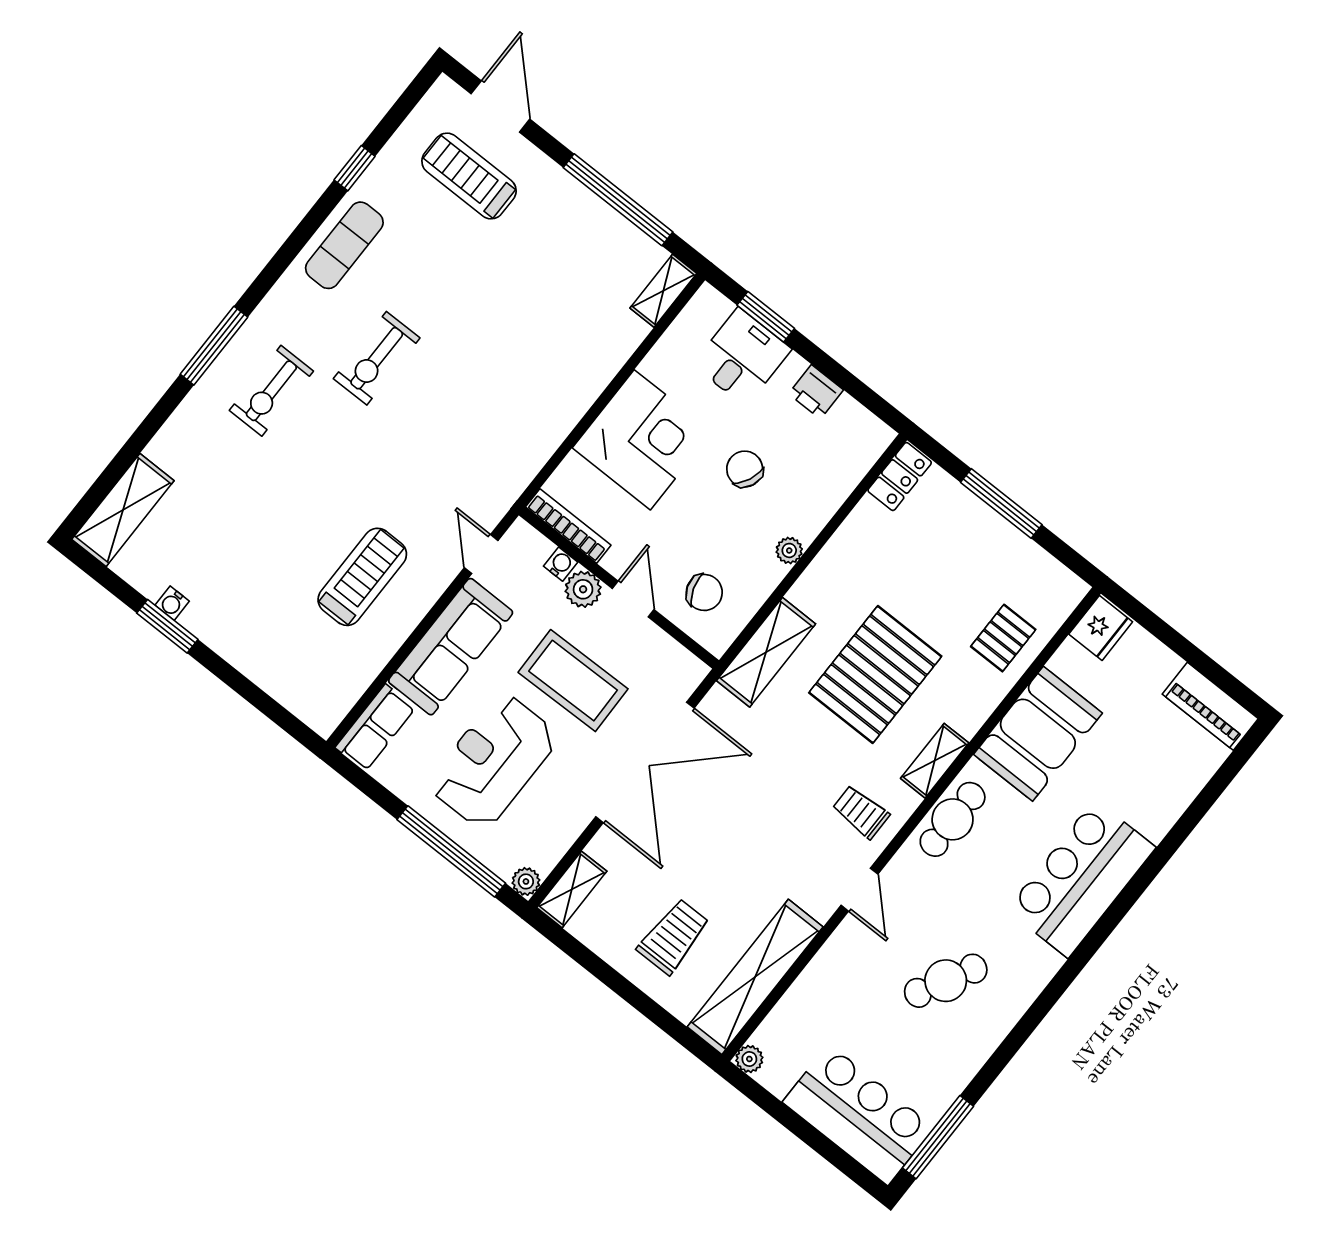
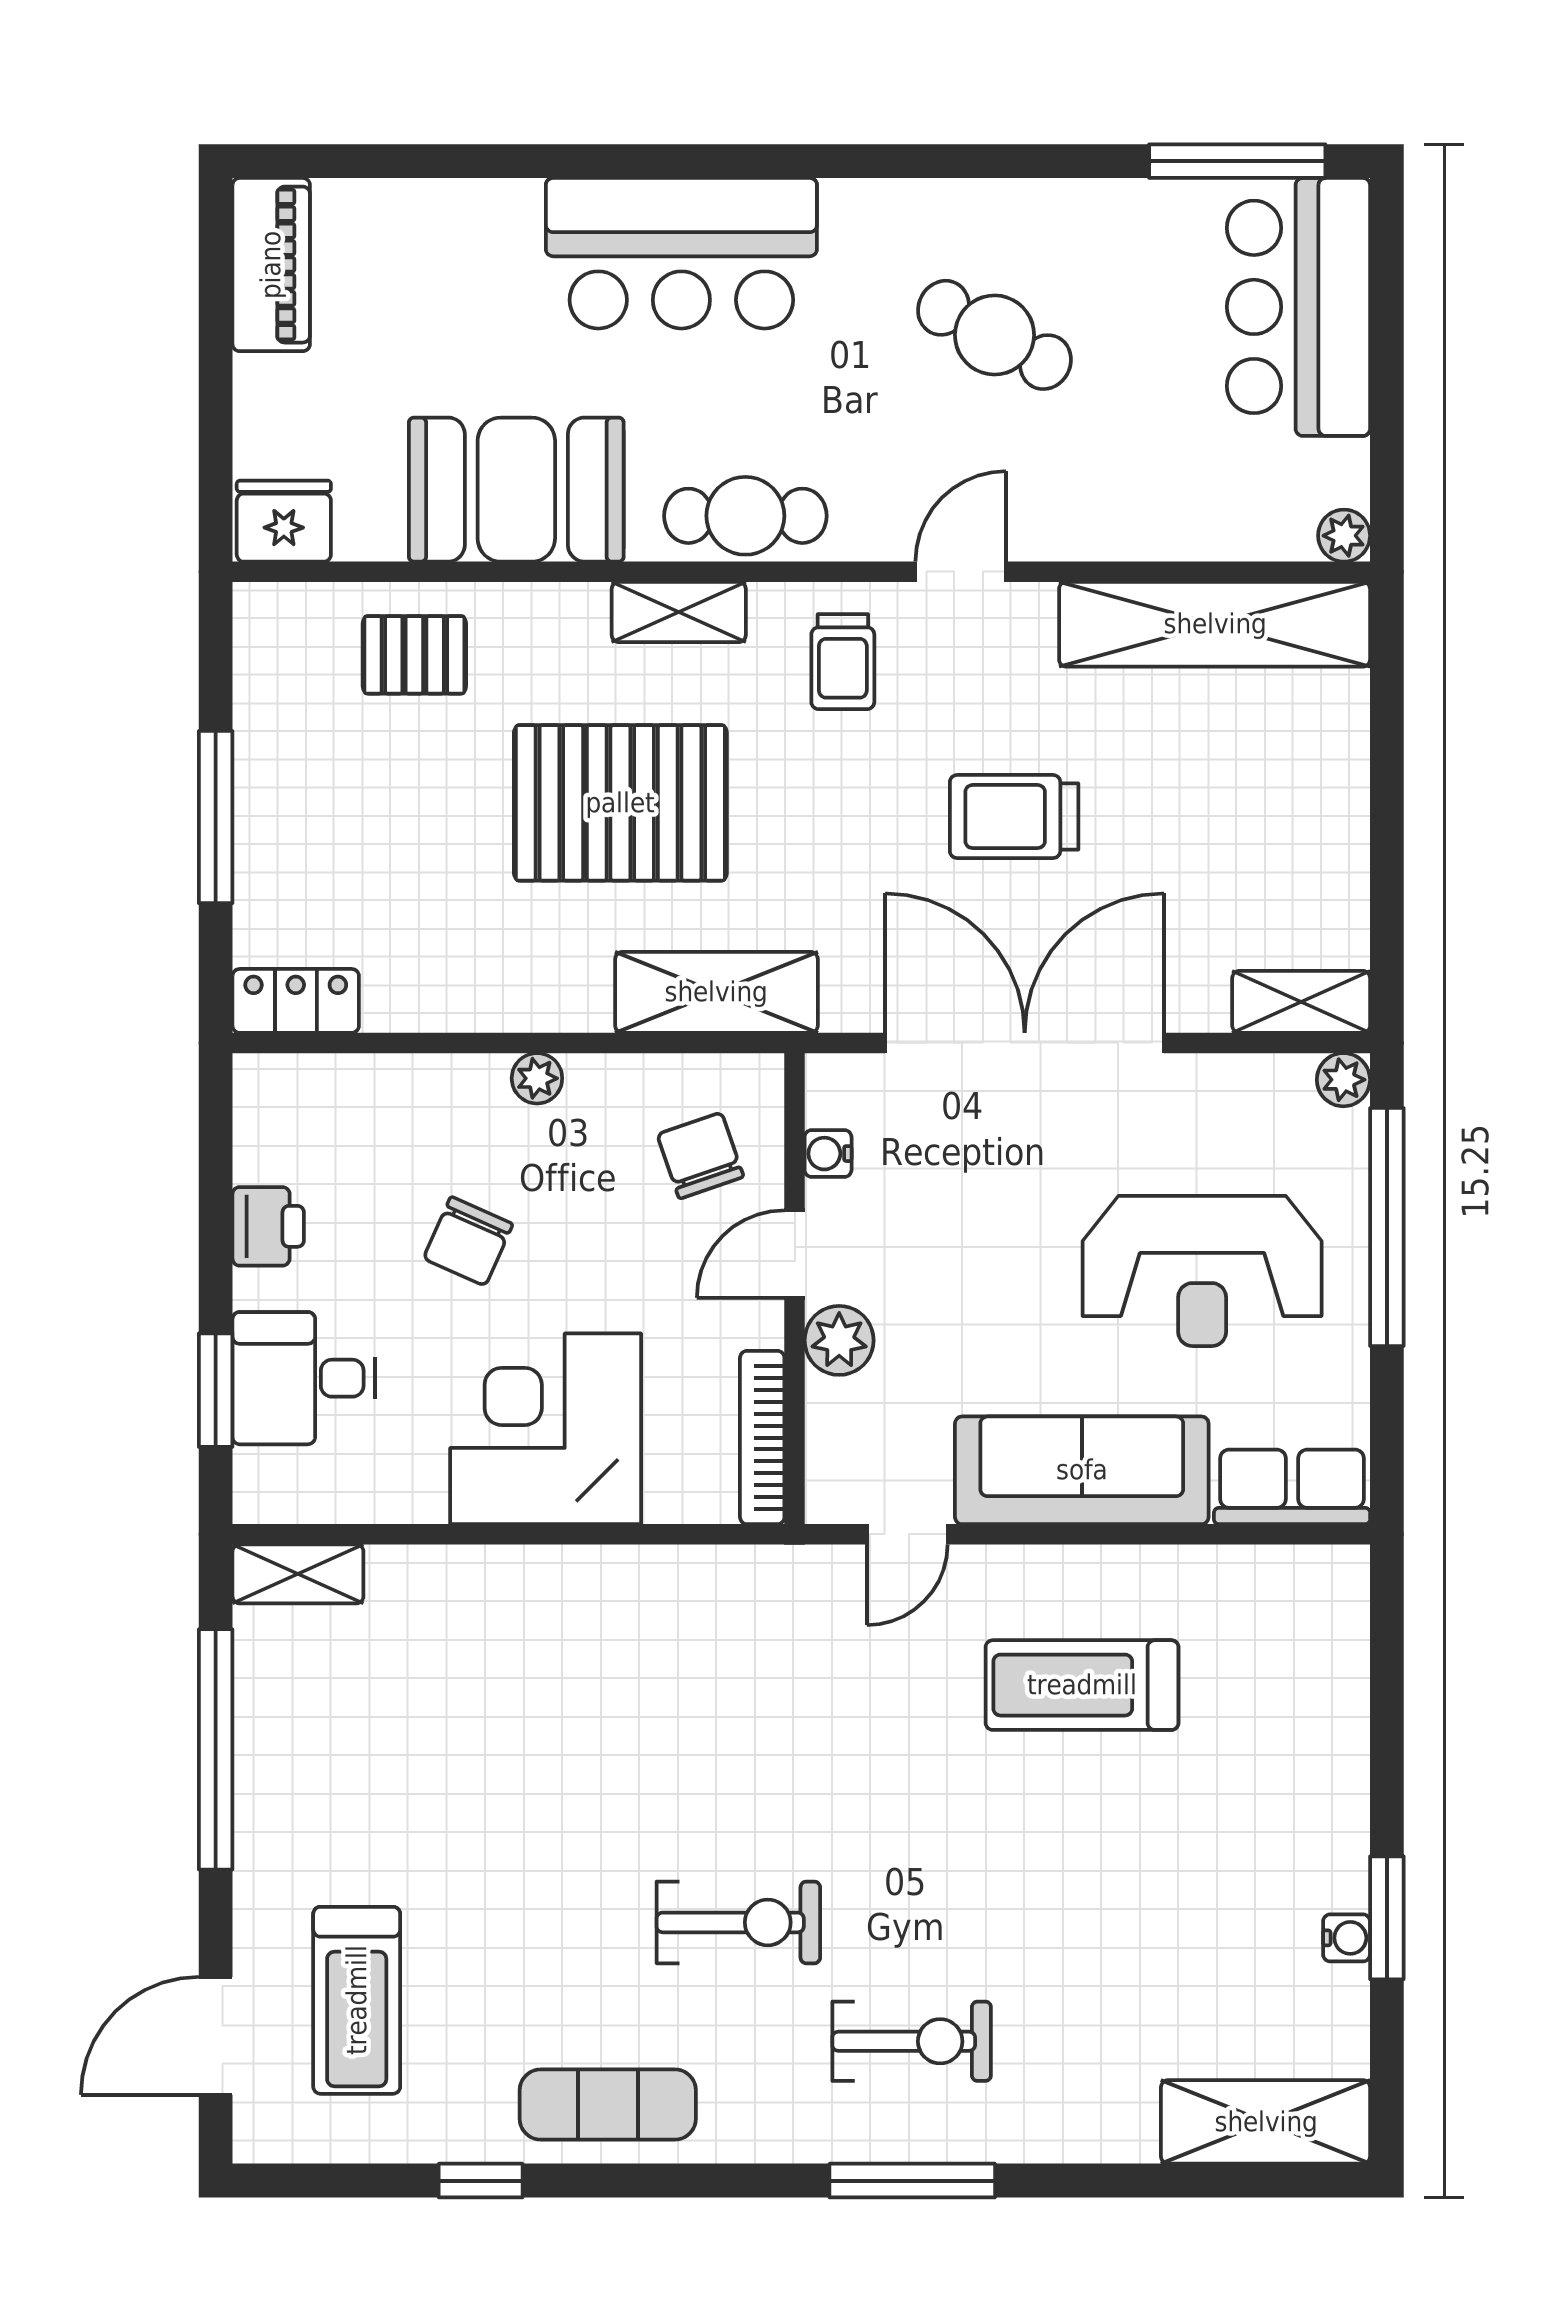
water cooler: (561, 564) -> (828, 1154), moved
coffee table: (573, 681) -> (987, 1247), removed
trolley: (673, 936) -> (1014, 817), moved

